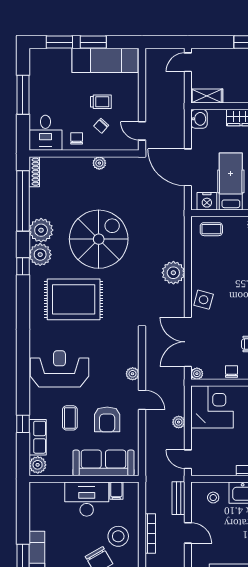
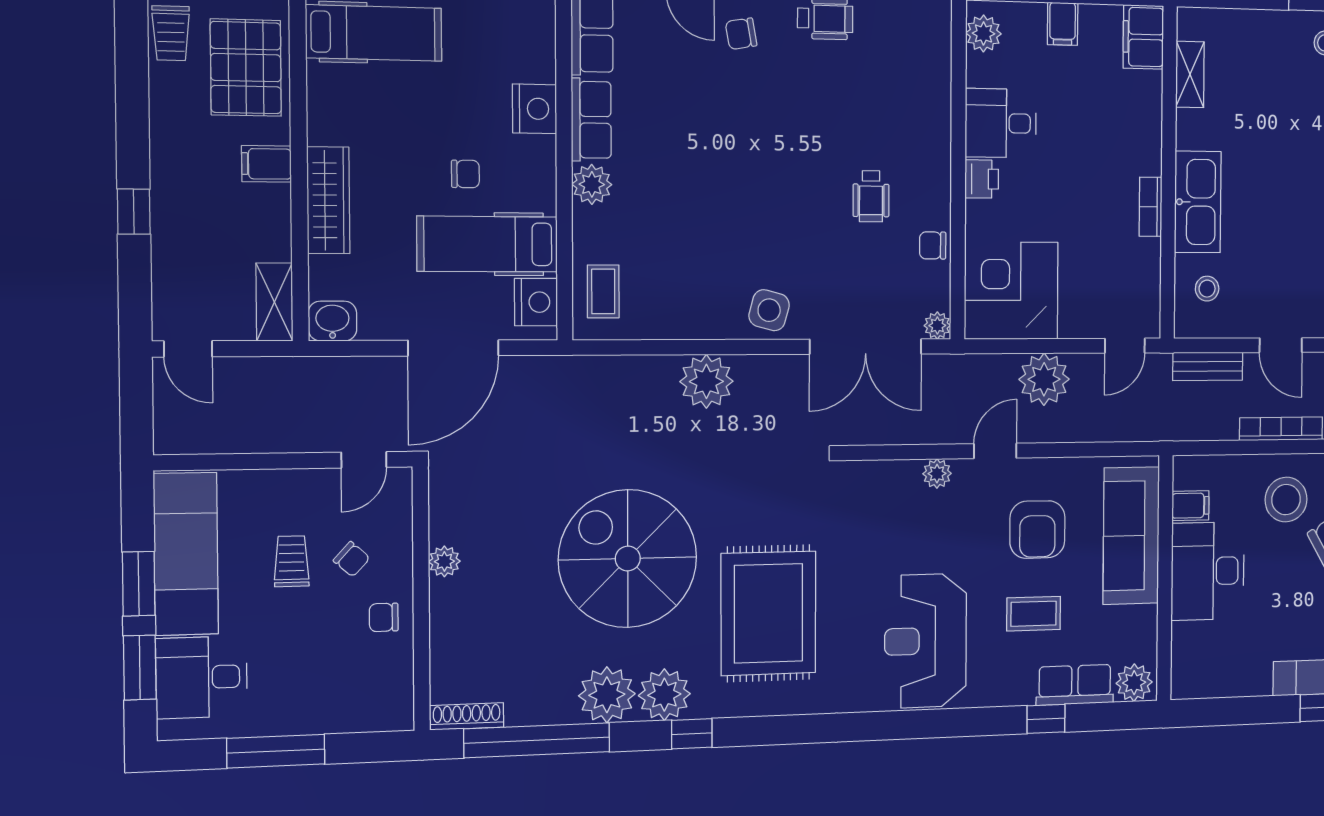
desk: (45, 133) -> (201, 677), moved, turned 180
armchair: (107, 419) -> (1037, 530), turned 90
plant: (179, 422) -> (1044, 379), width x1.88, depth x1.88
door: (188, 533) -> (1281, 345), swing flipped

